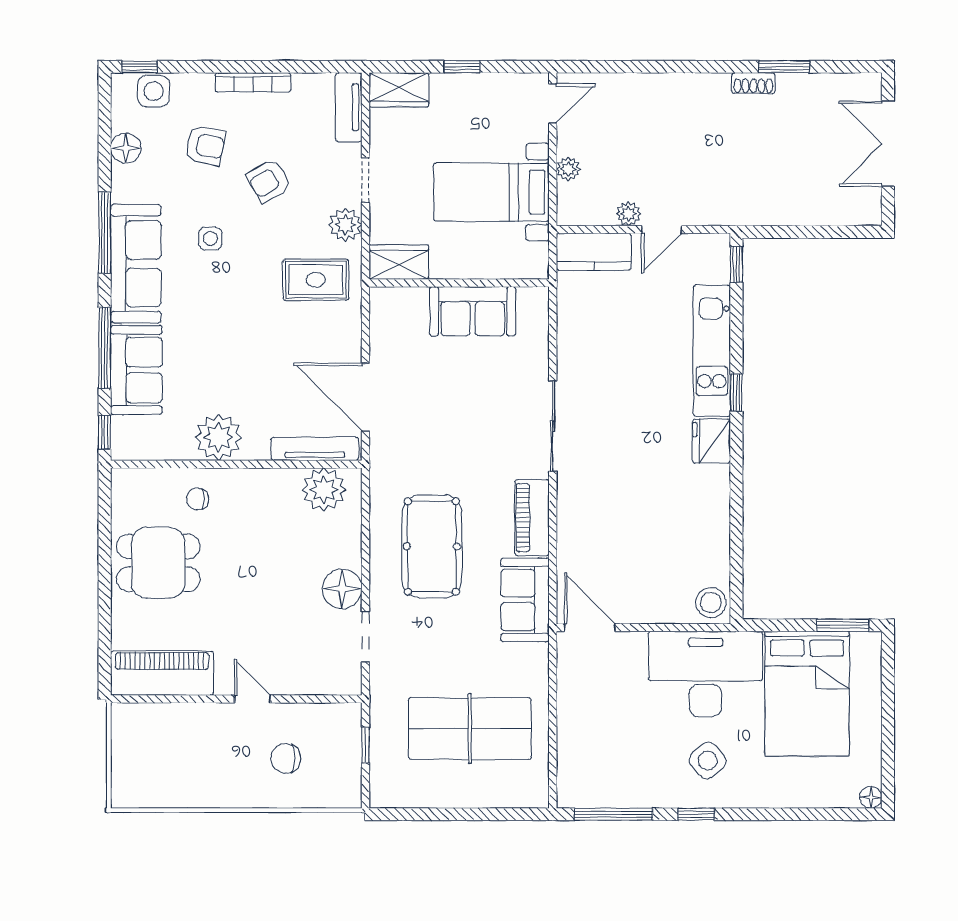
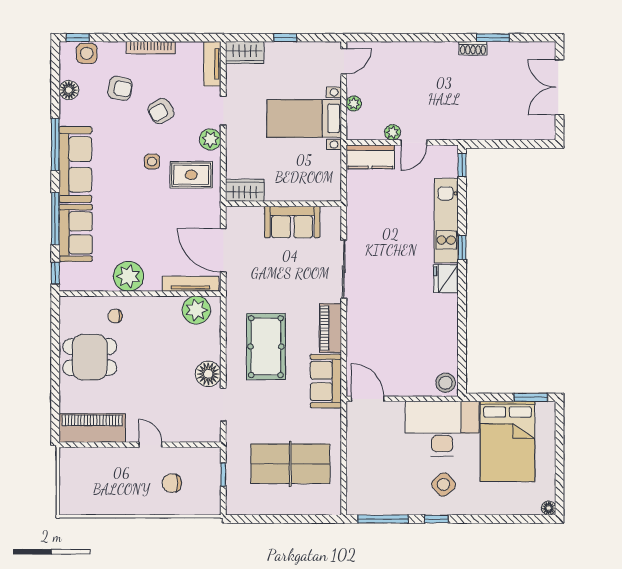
side table: (210, 239) -> (152, 161), moved
wardrobe: (399, 262) -> (245, 190), moved
wall: (459, 283) -> (283, 204), moved
sofa: (473, 311) -> (292, 222), moved

